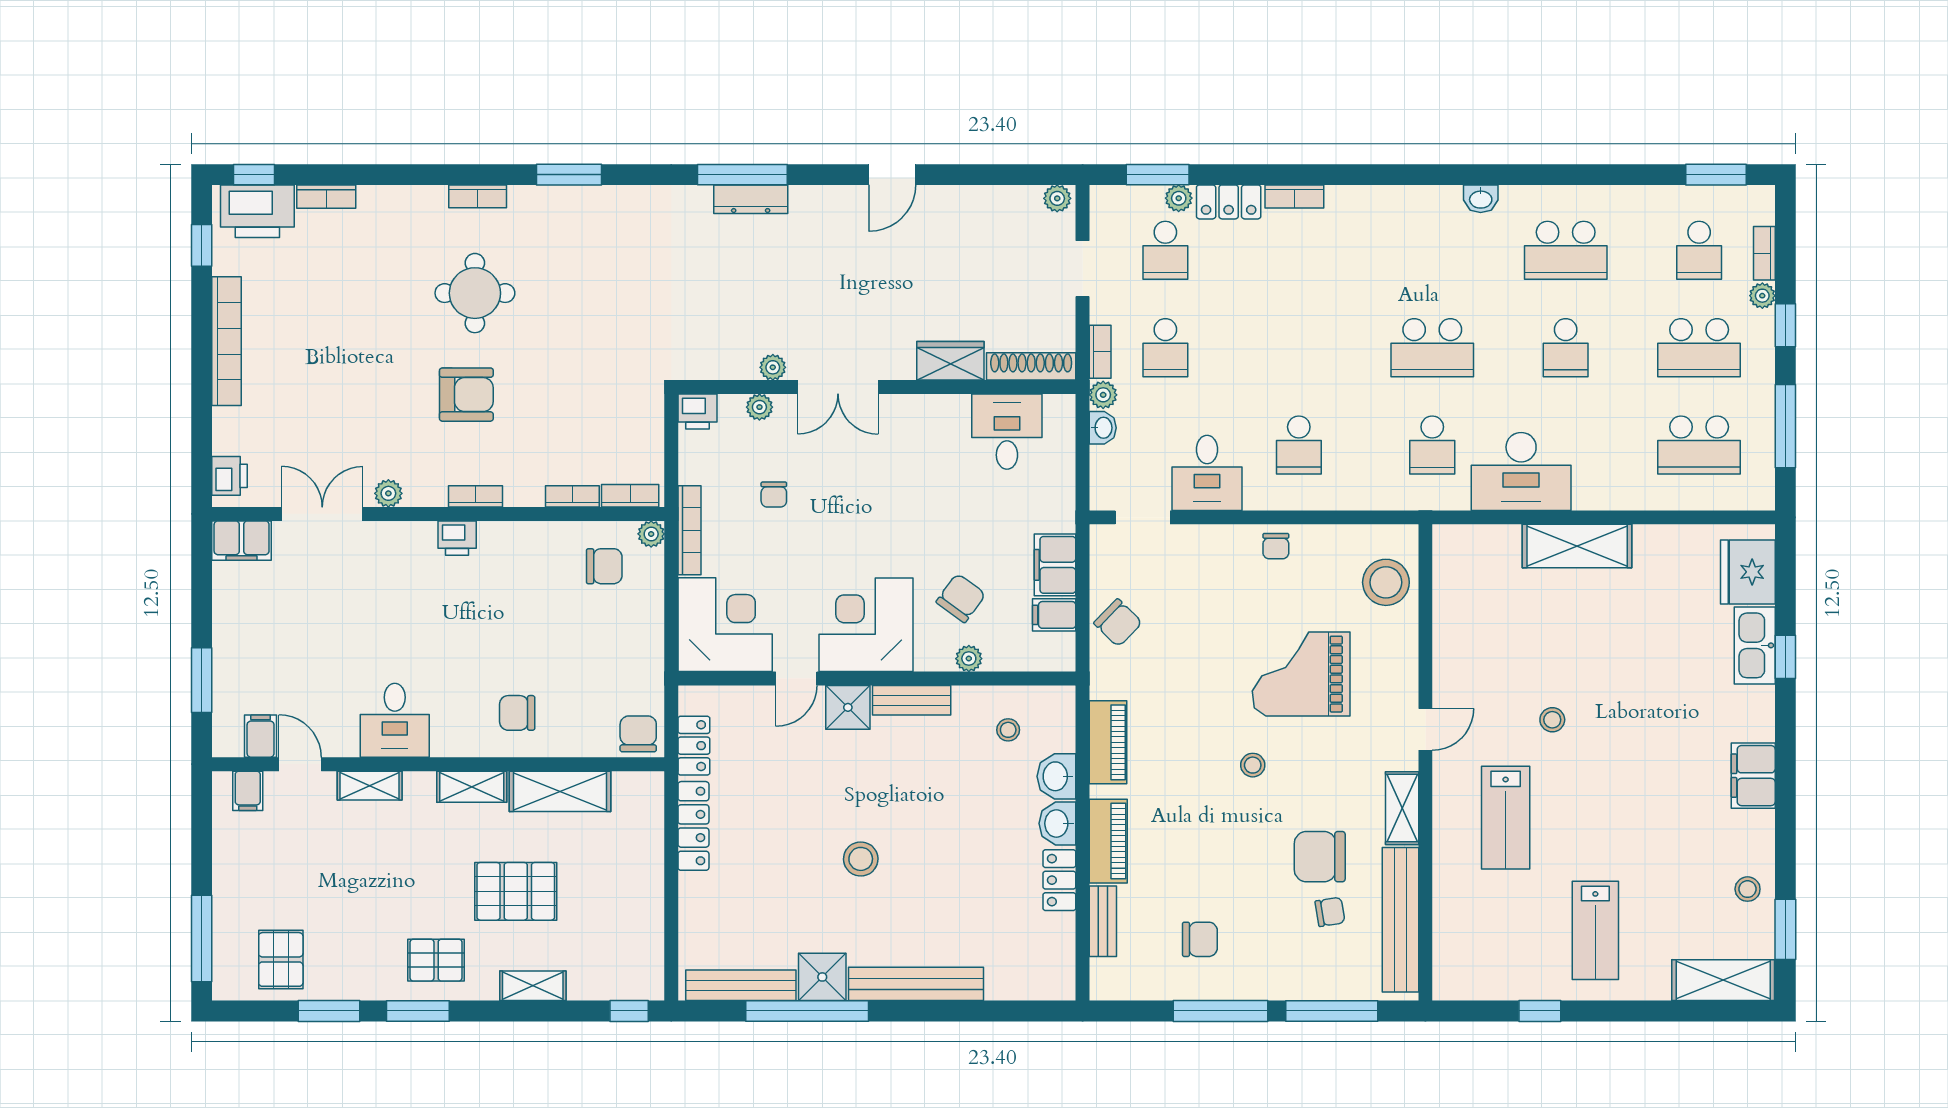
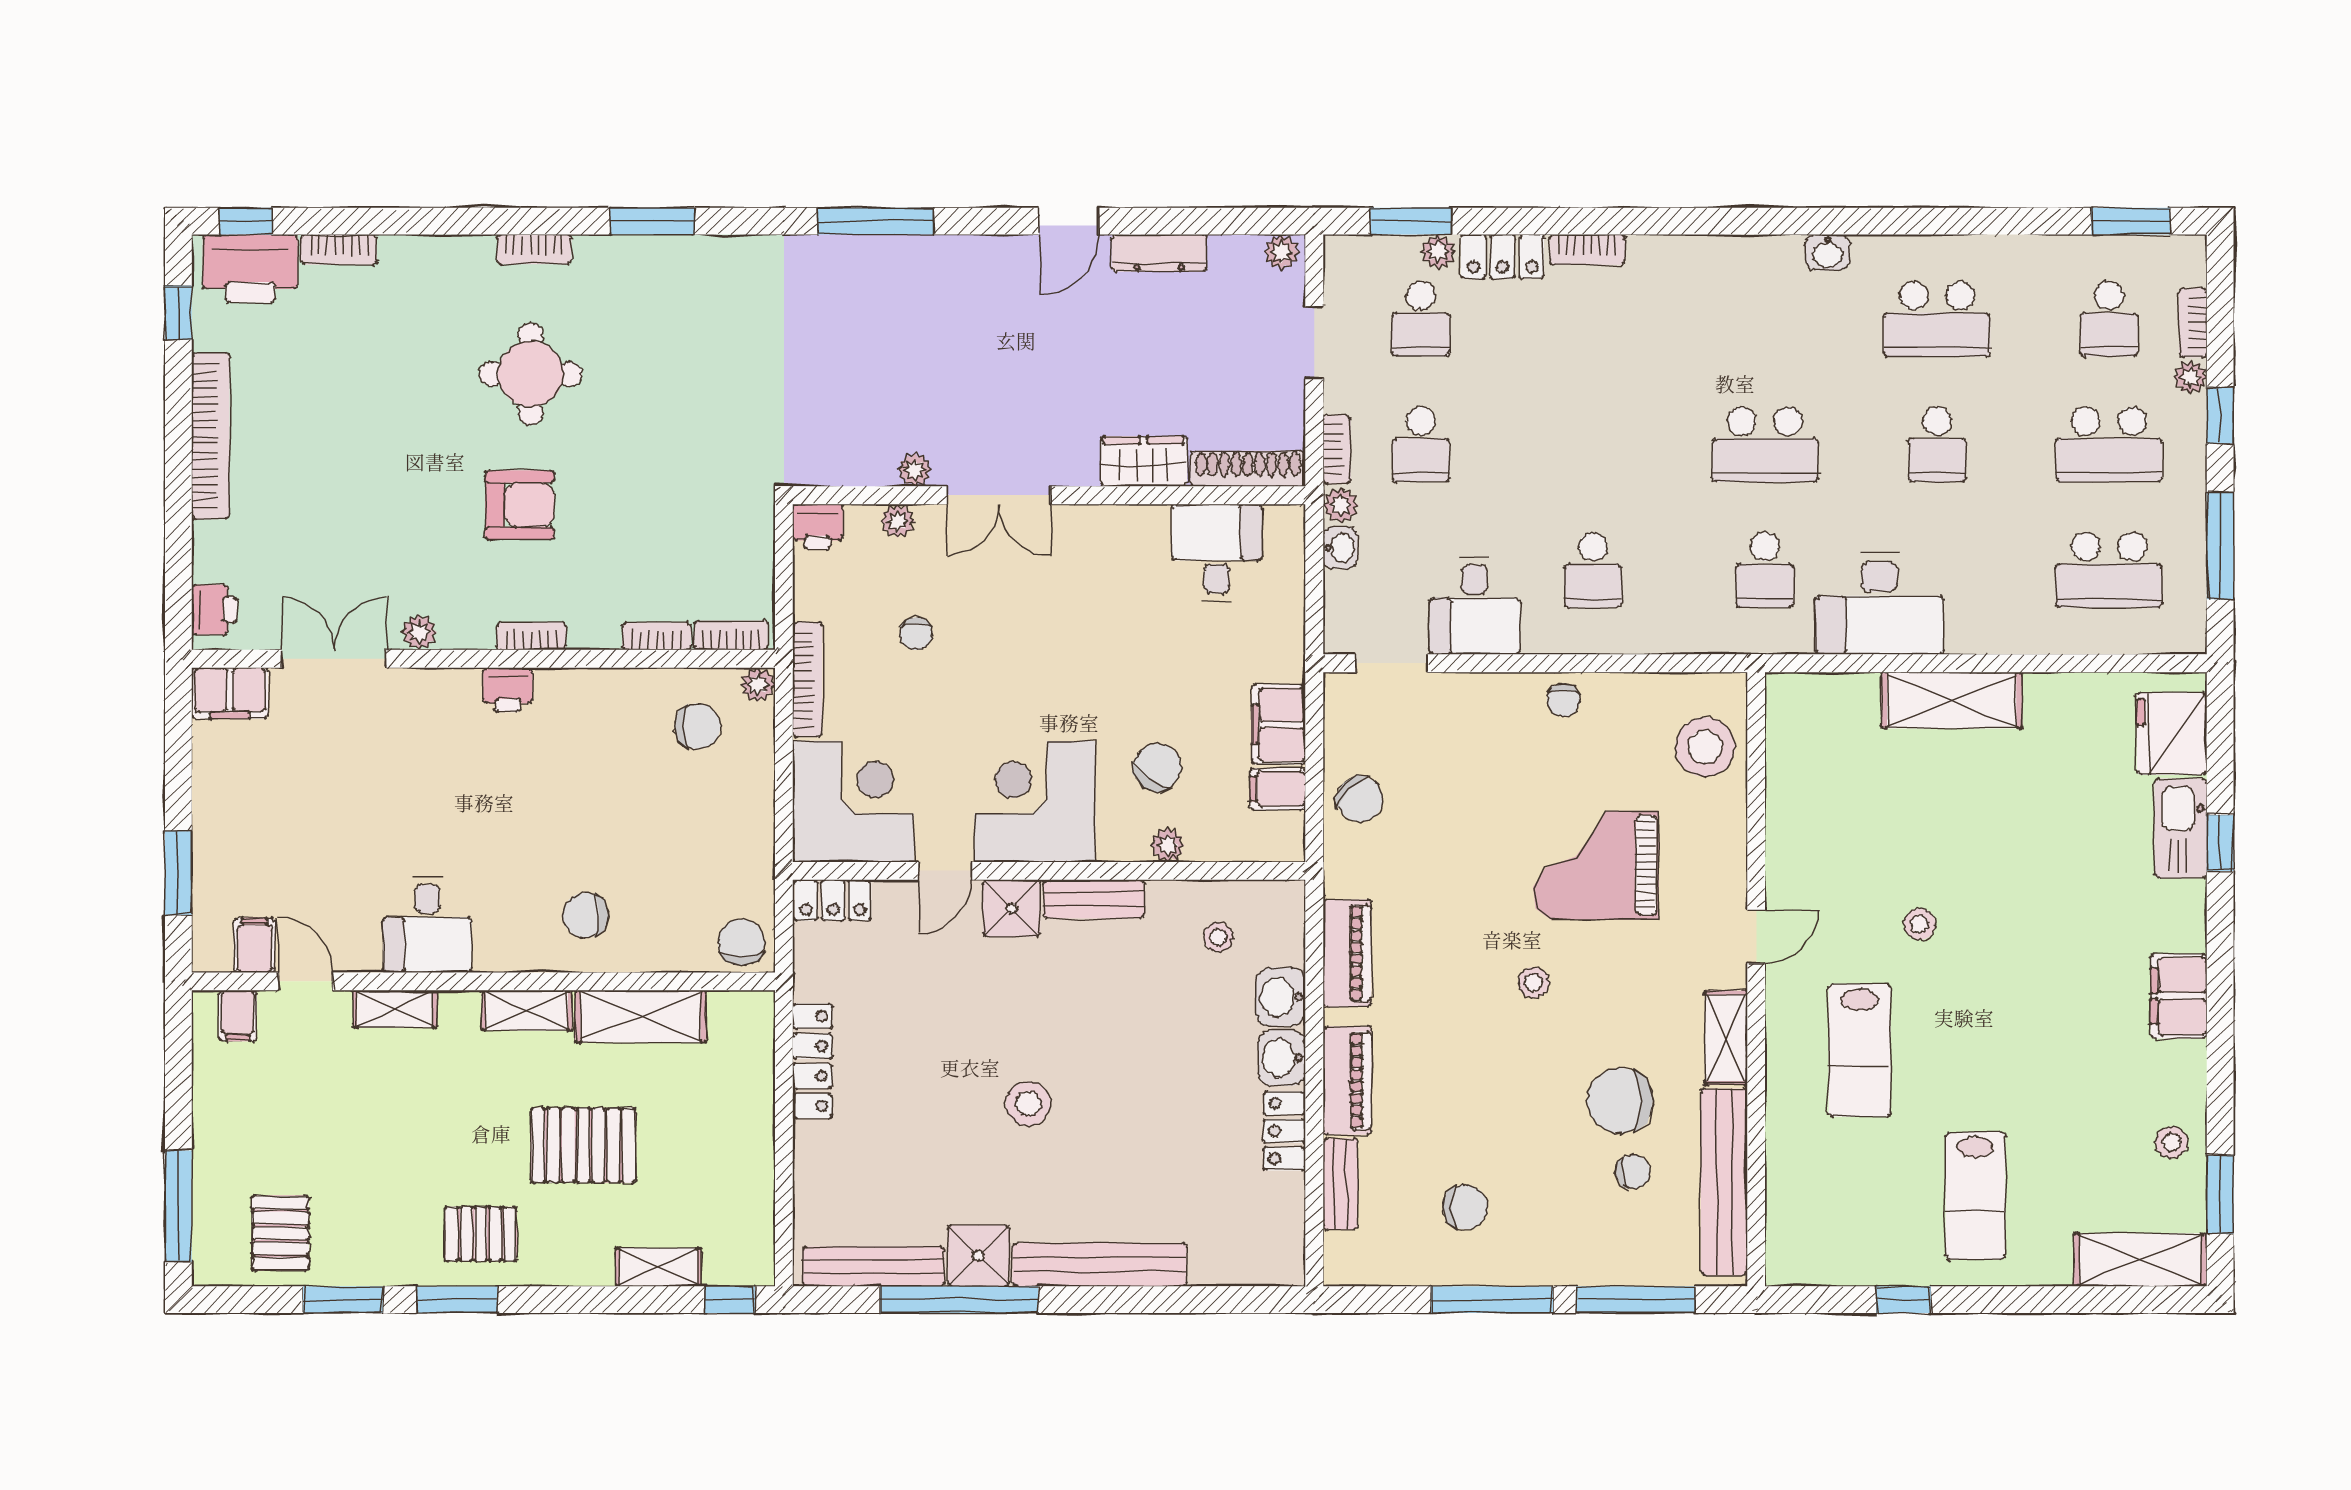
dresser: (751, 199) -> (1159, 253), moved
locker: (694, 746) -> (833, 900), moved, turned 90
shelving: (533, 986) -> (658, 1267), moved

